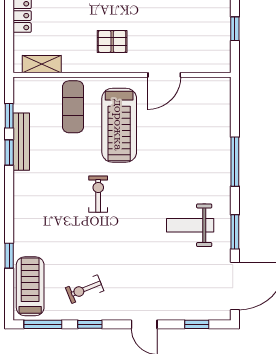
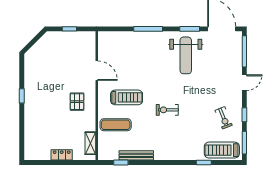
treadmill: (119, 125) -> (127, 97), width x0.73, depth x0.73
window: (9, 153) -> (143, 163), removed
weight bench: (190, 225) -> (186, 55), width x1.36, depth x1.33
window: (197, 324) -> (244, 51), width x2.17

